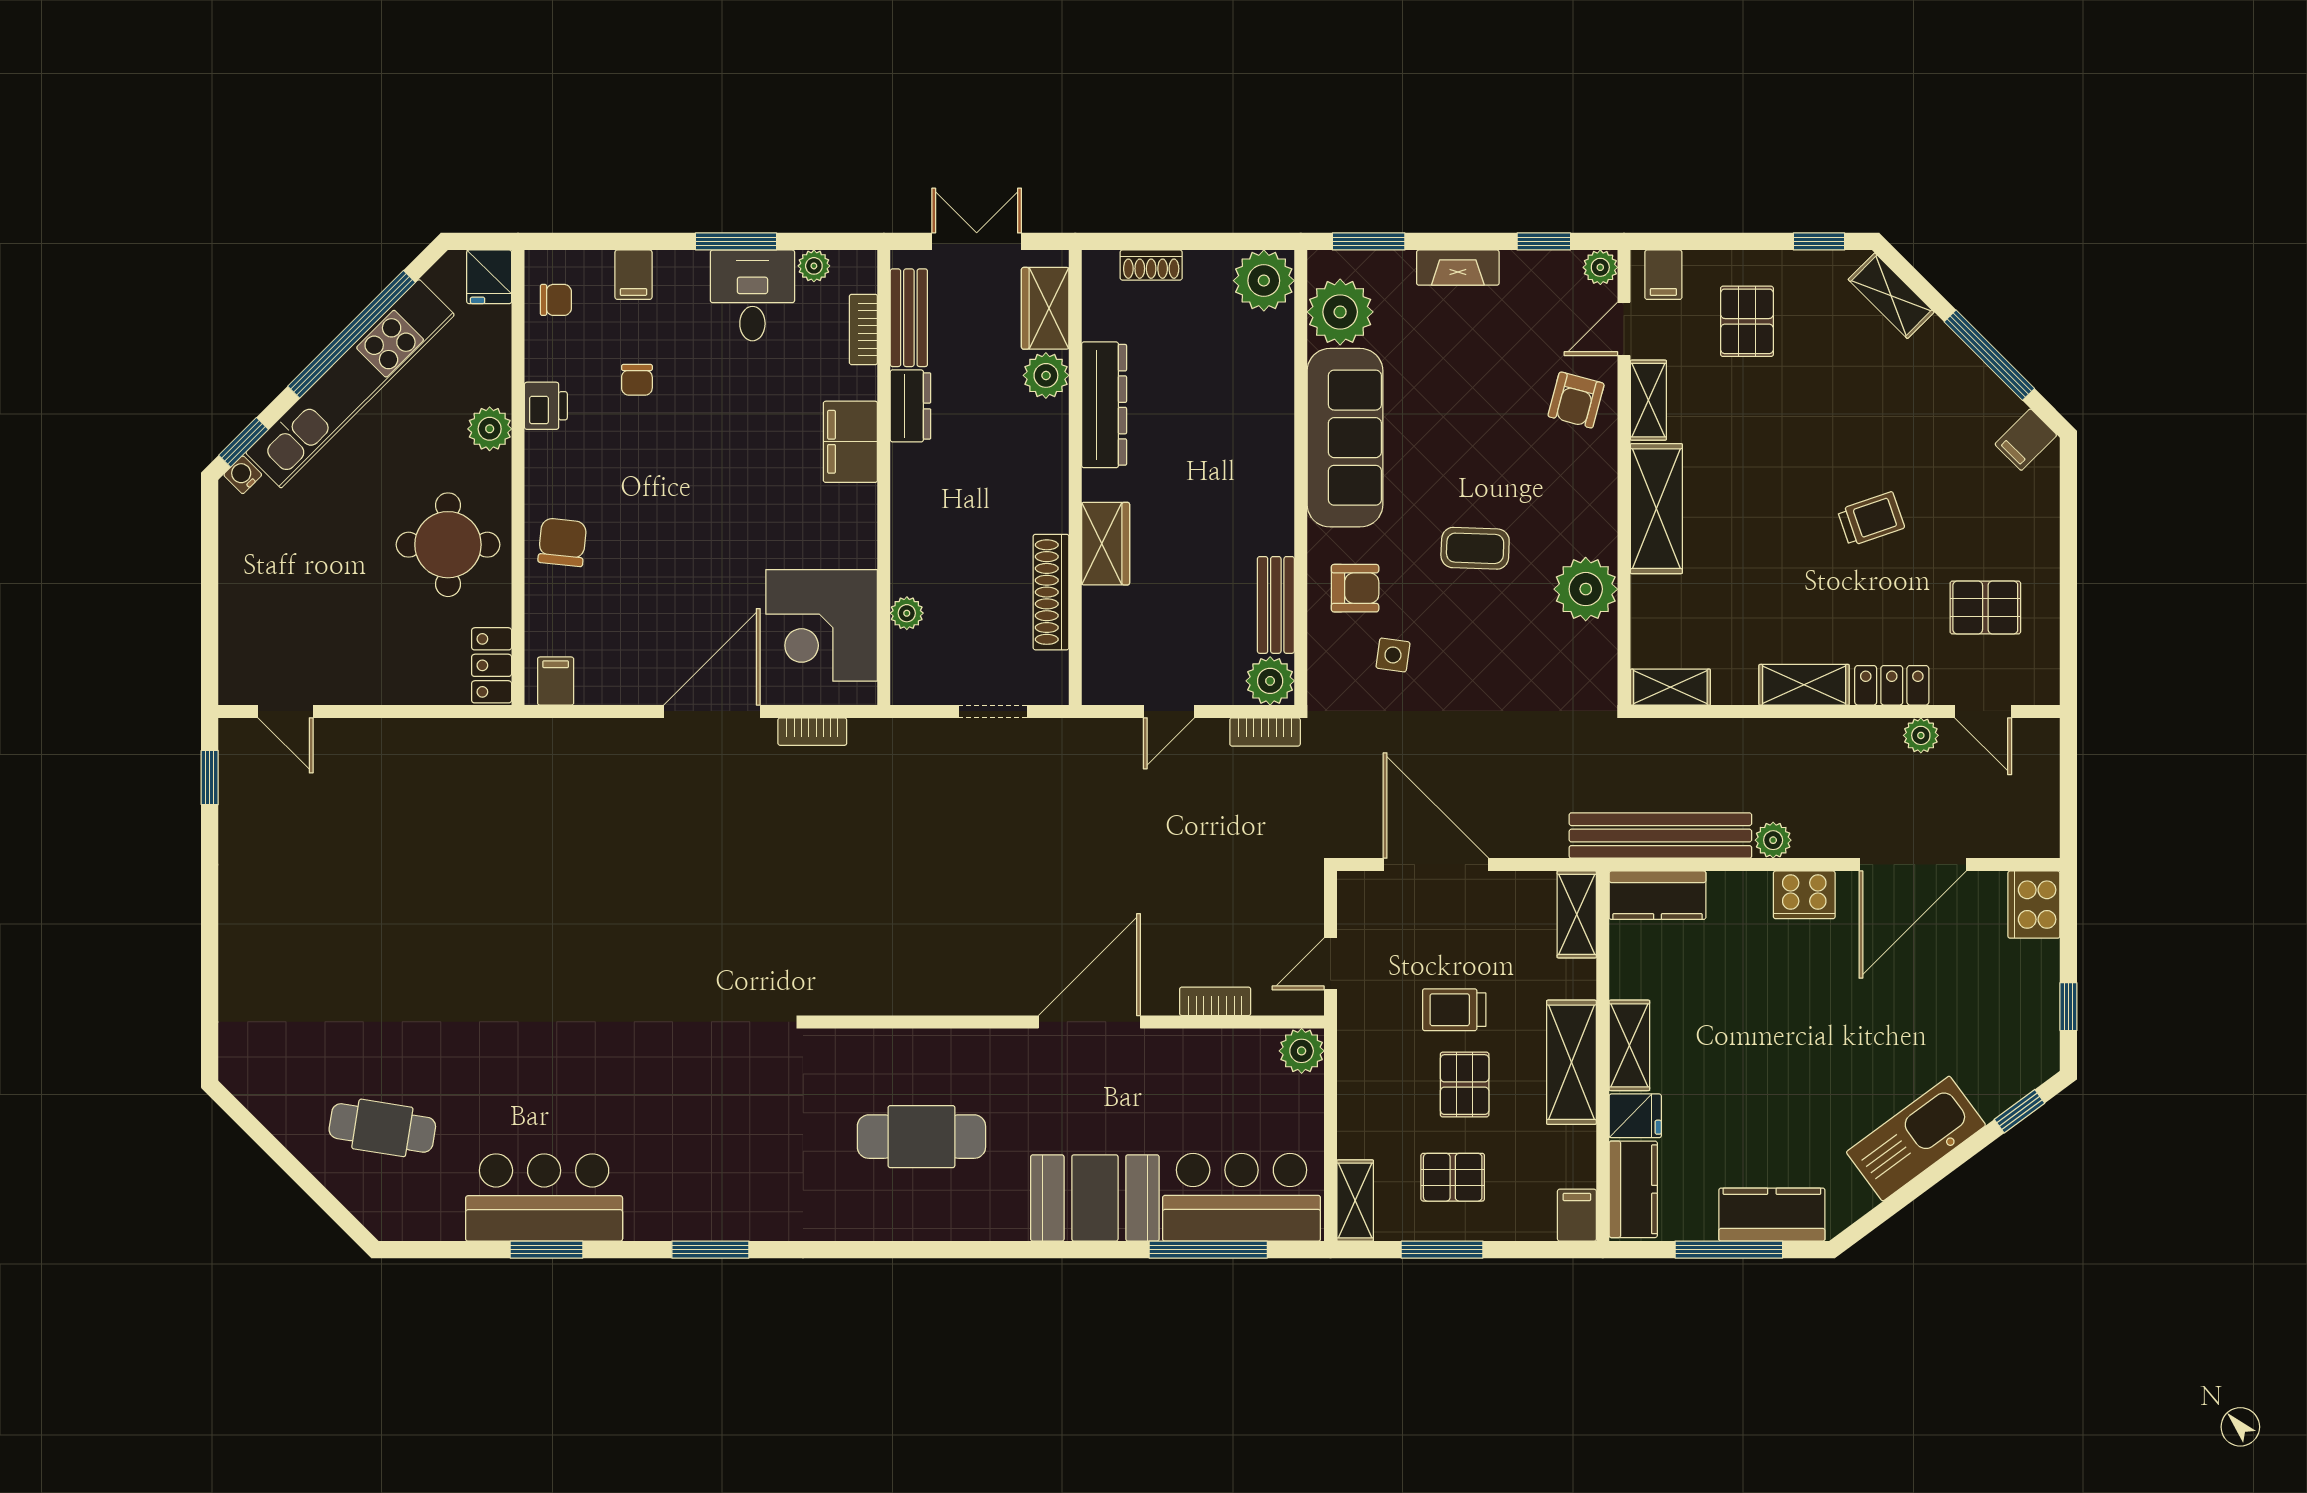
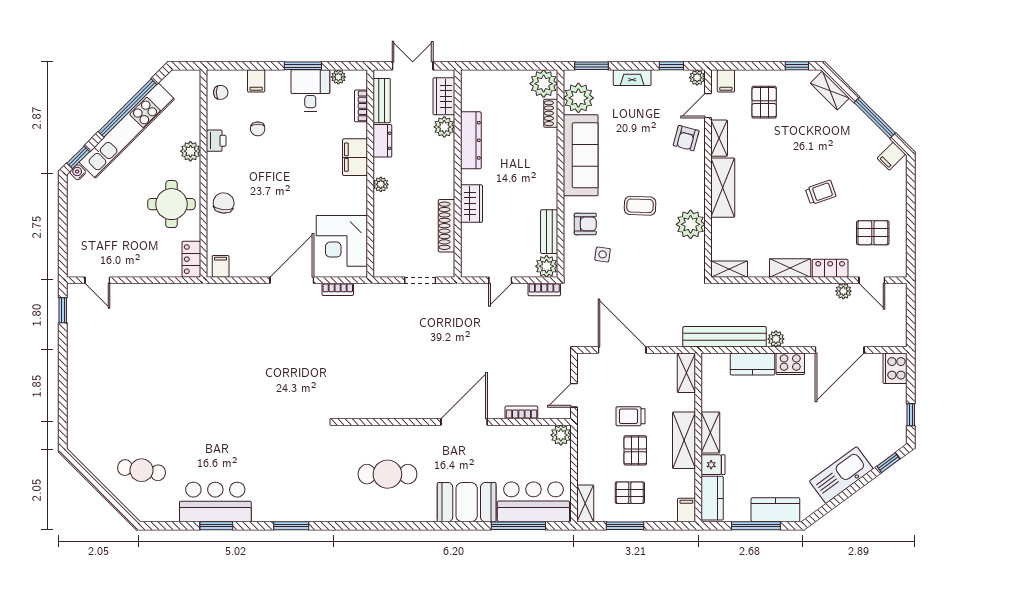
shoe rack: (1151, 265) -> (551, 113), moved, turned 90
fridge: (489, 277) -> (190, 82), removed
plant: (907, 613) -> (381, 184), moved
kitchen counter: (1657, 895) -> (752, 364), moved

